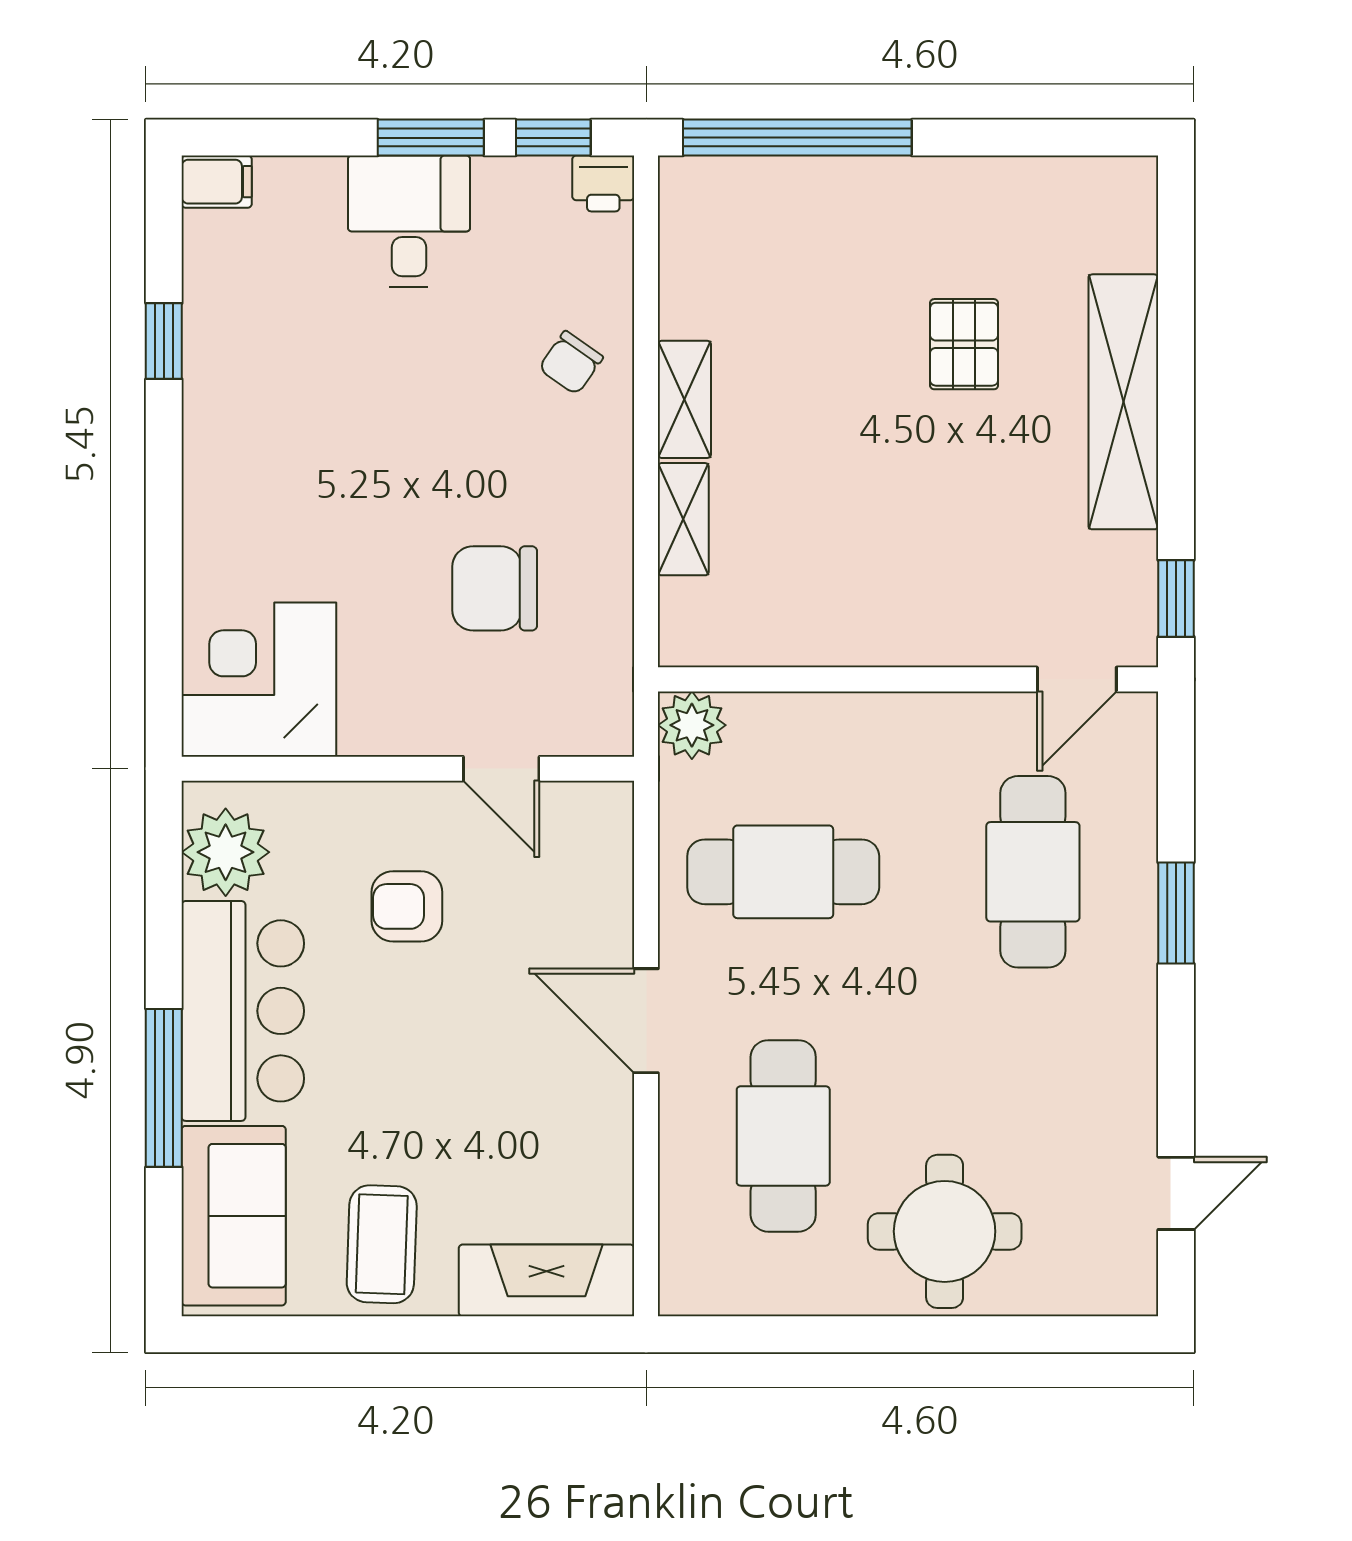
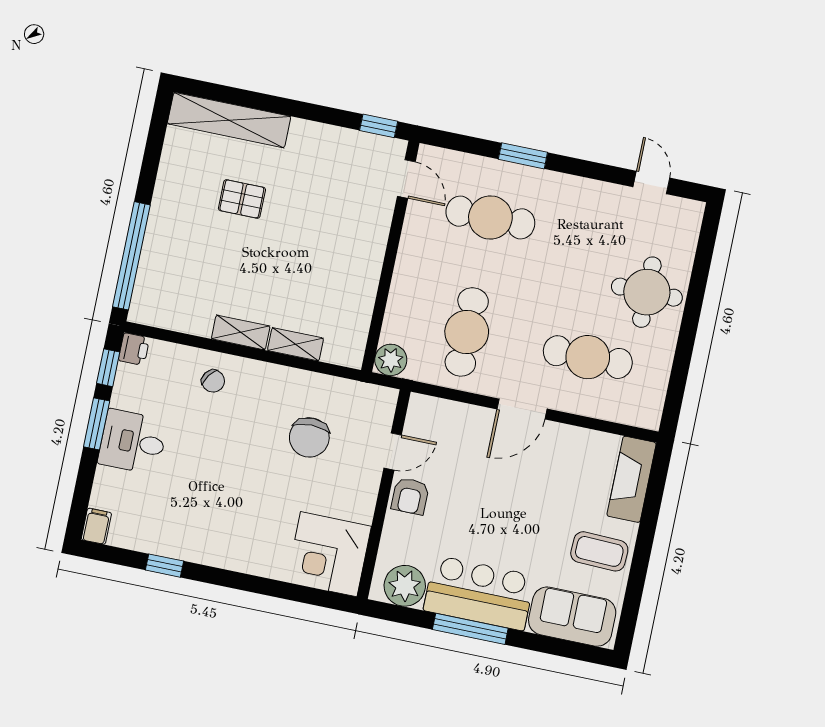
shelving: (1123, 402) -> (229, 120), moved
armchair: (407, 906) -> (410, 496), moved
window: (164, 1088) -> (470, 629), moved

